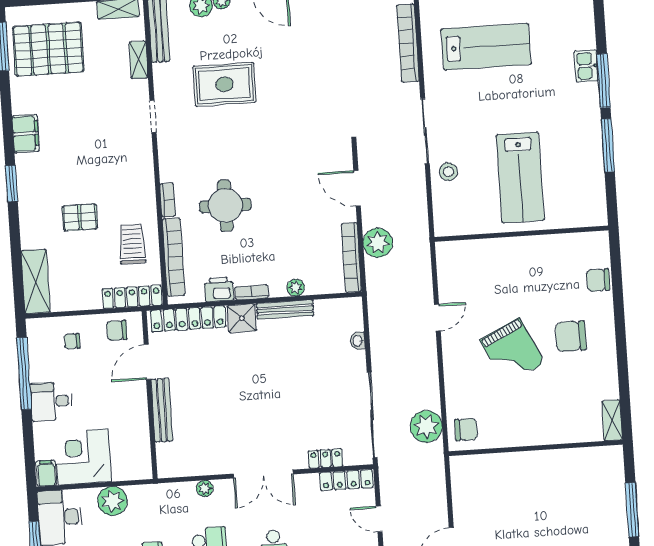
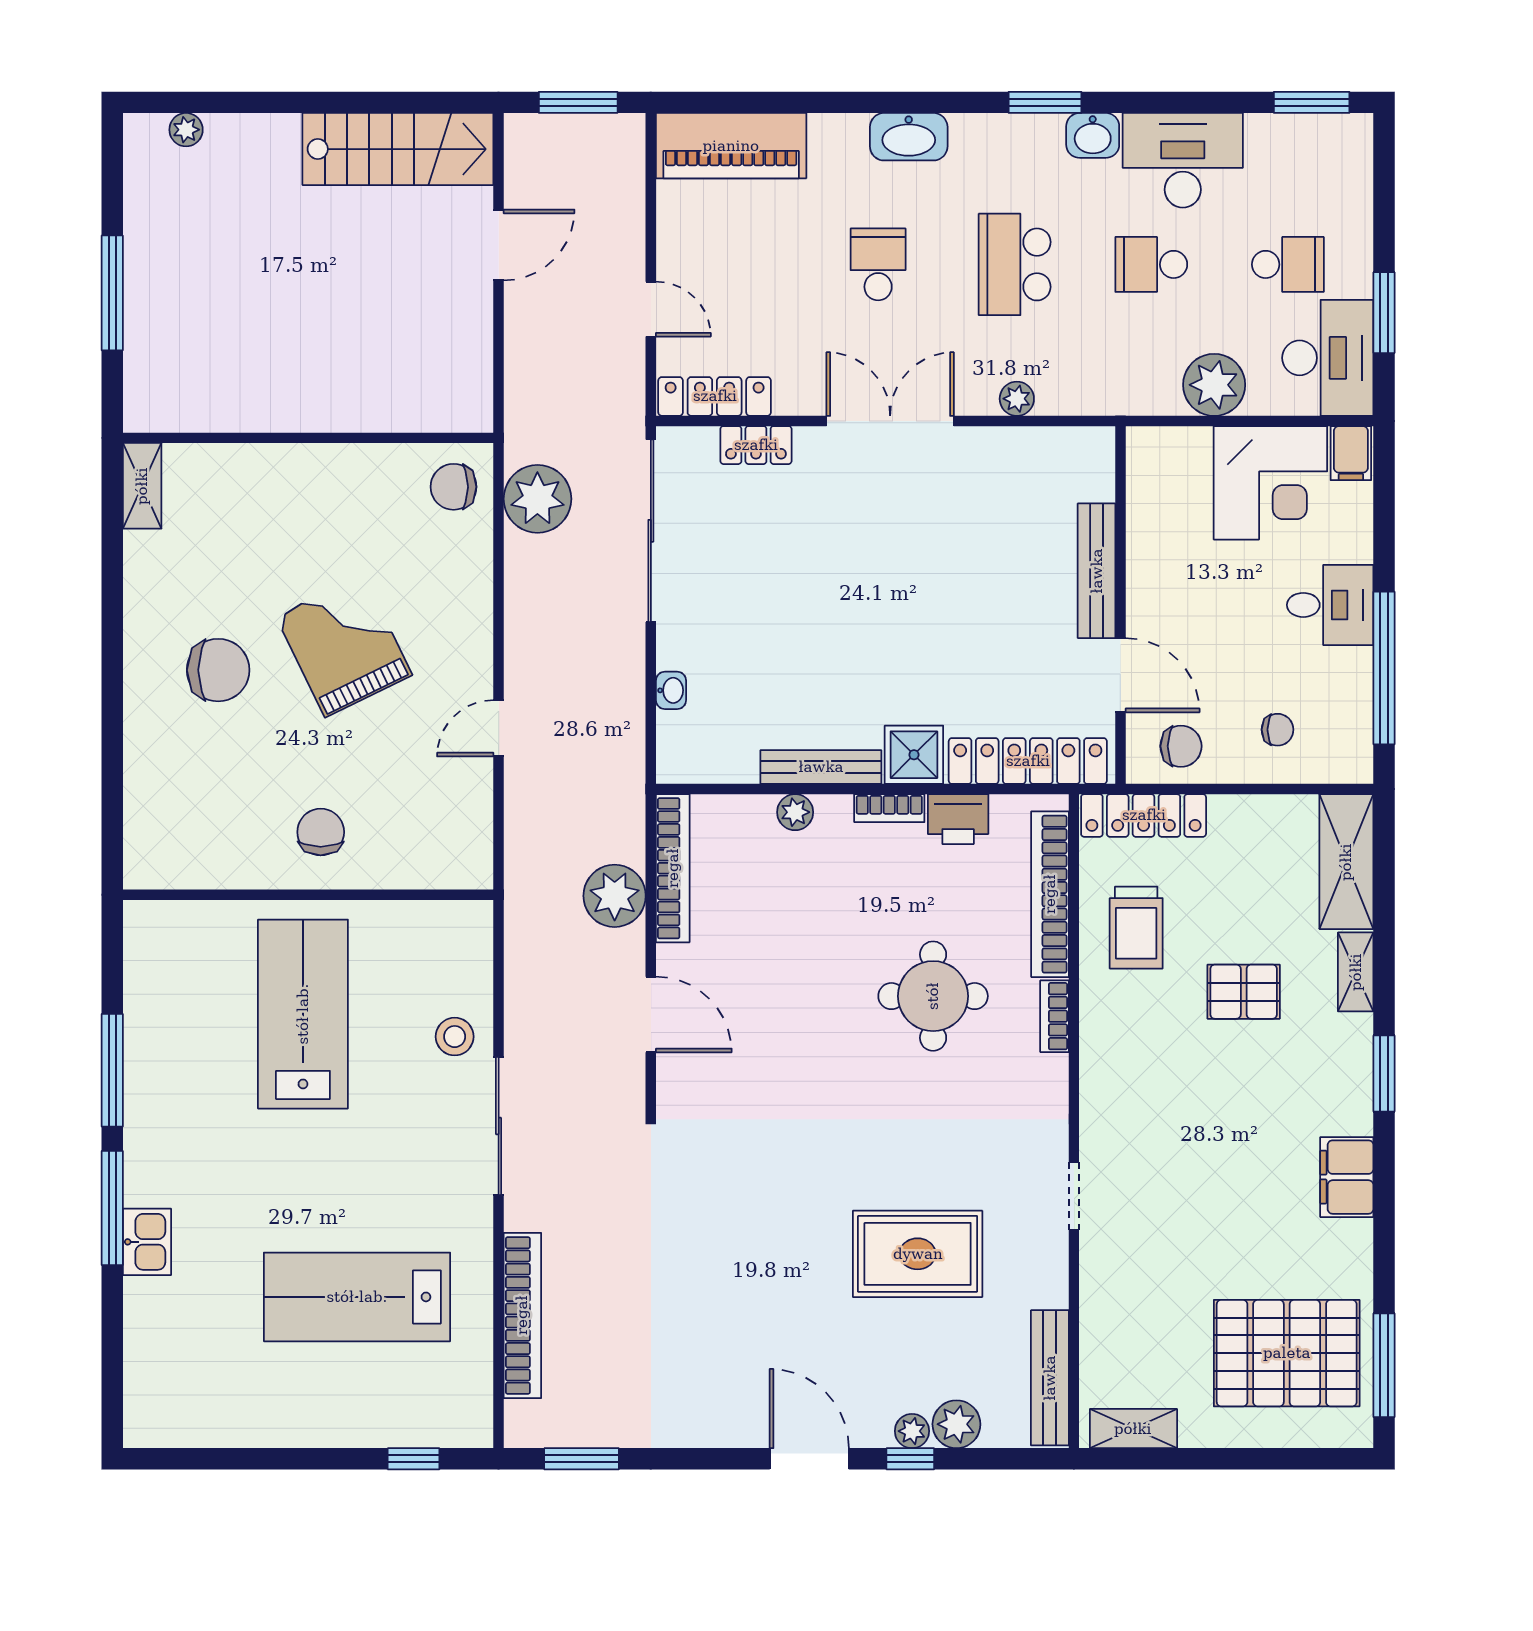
shelving: (139, 60) -> (1356, 972), moved
chair: (598, 280) -> (321, 832), moved, turned -90
door: (147, 362) -> (1120, 675), hinge flipped

